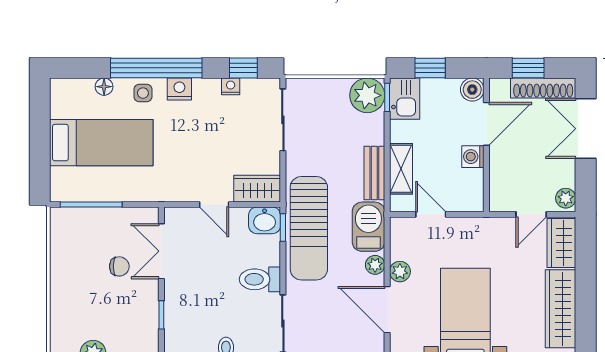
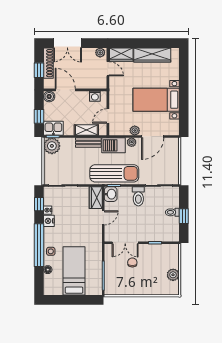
nightstand: (179, 89) -> (49, 221), moved
washing machine: (473, 157) -> (95, 96), moved

